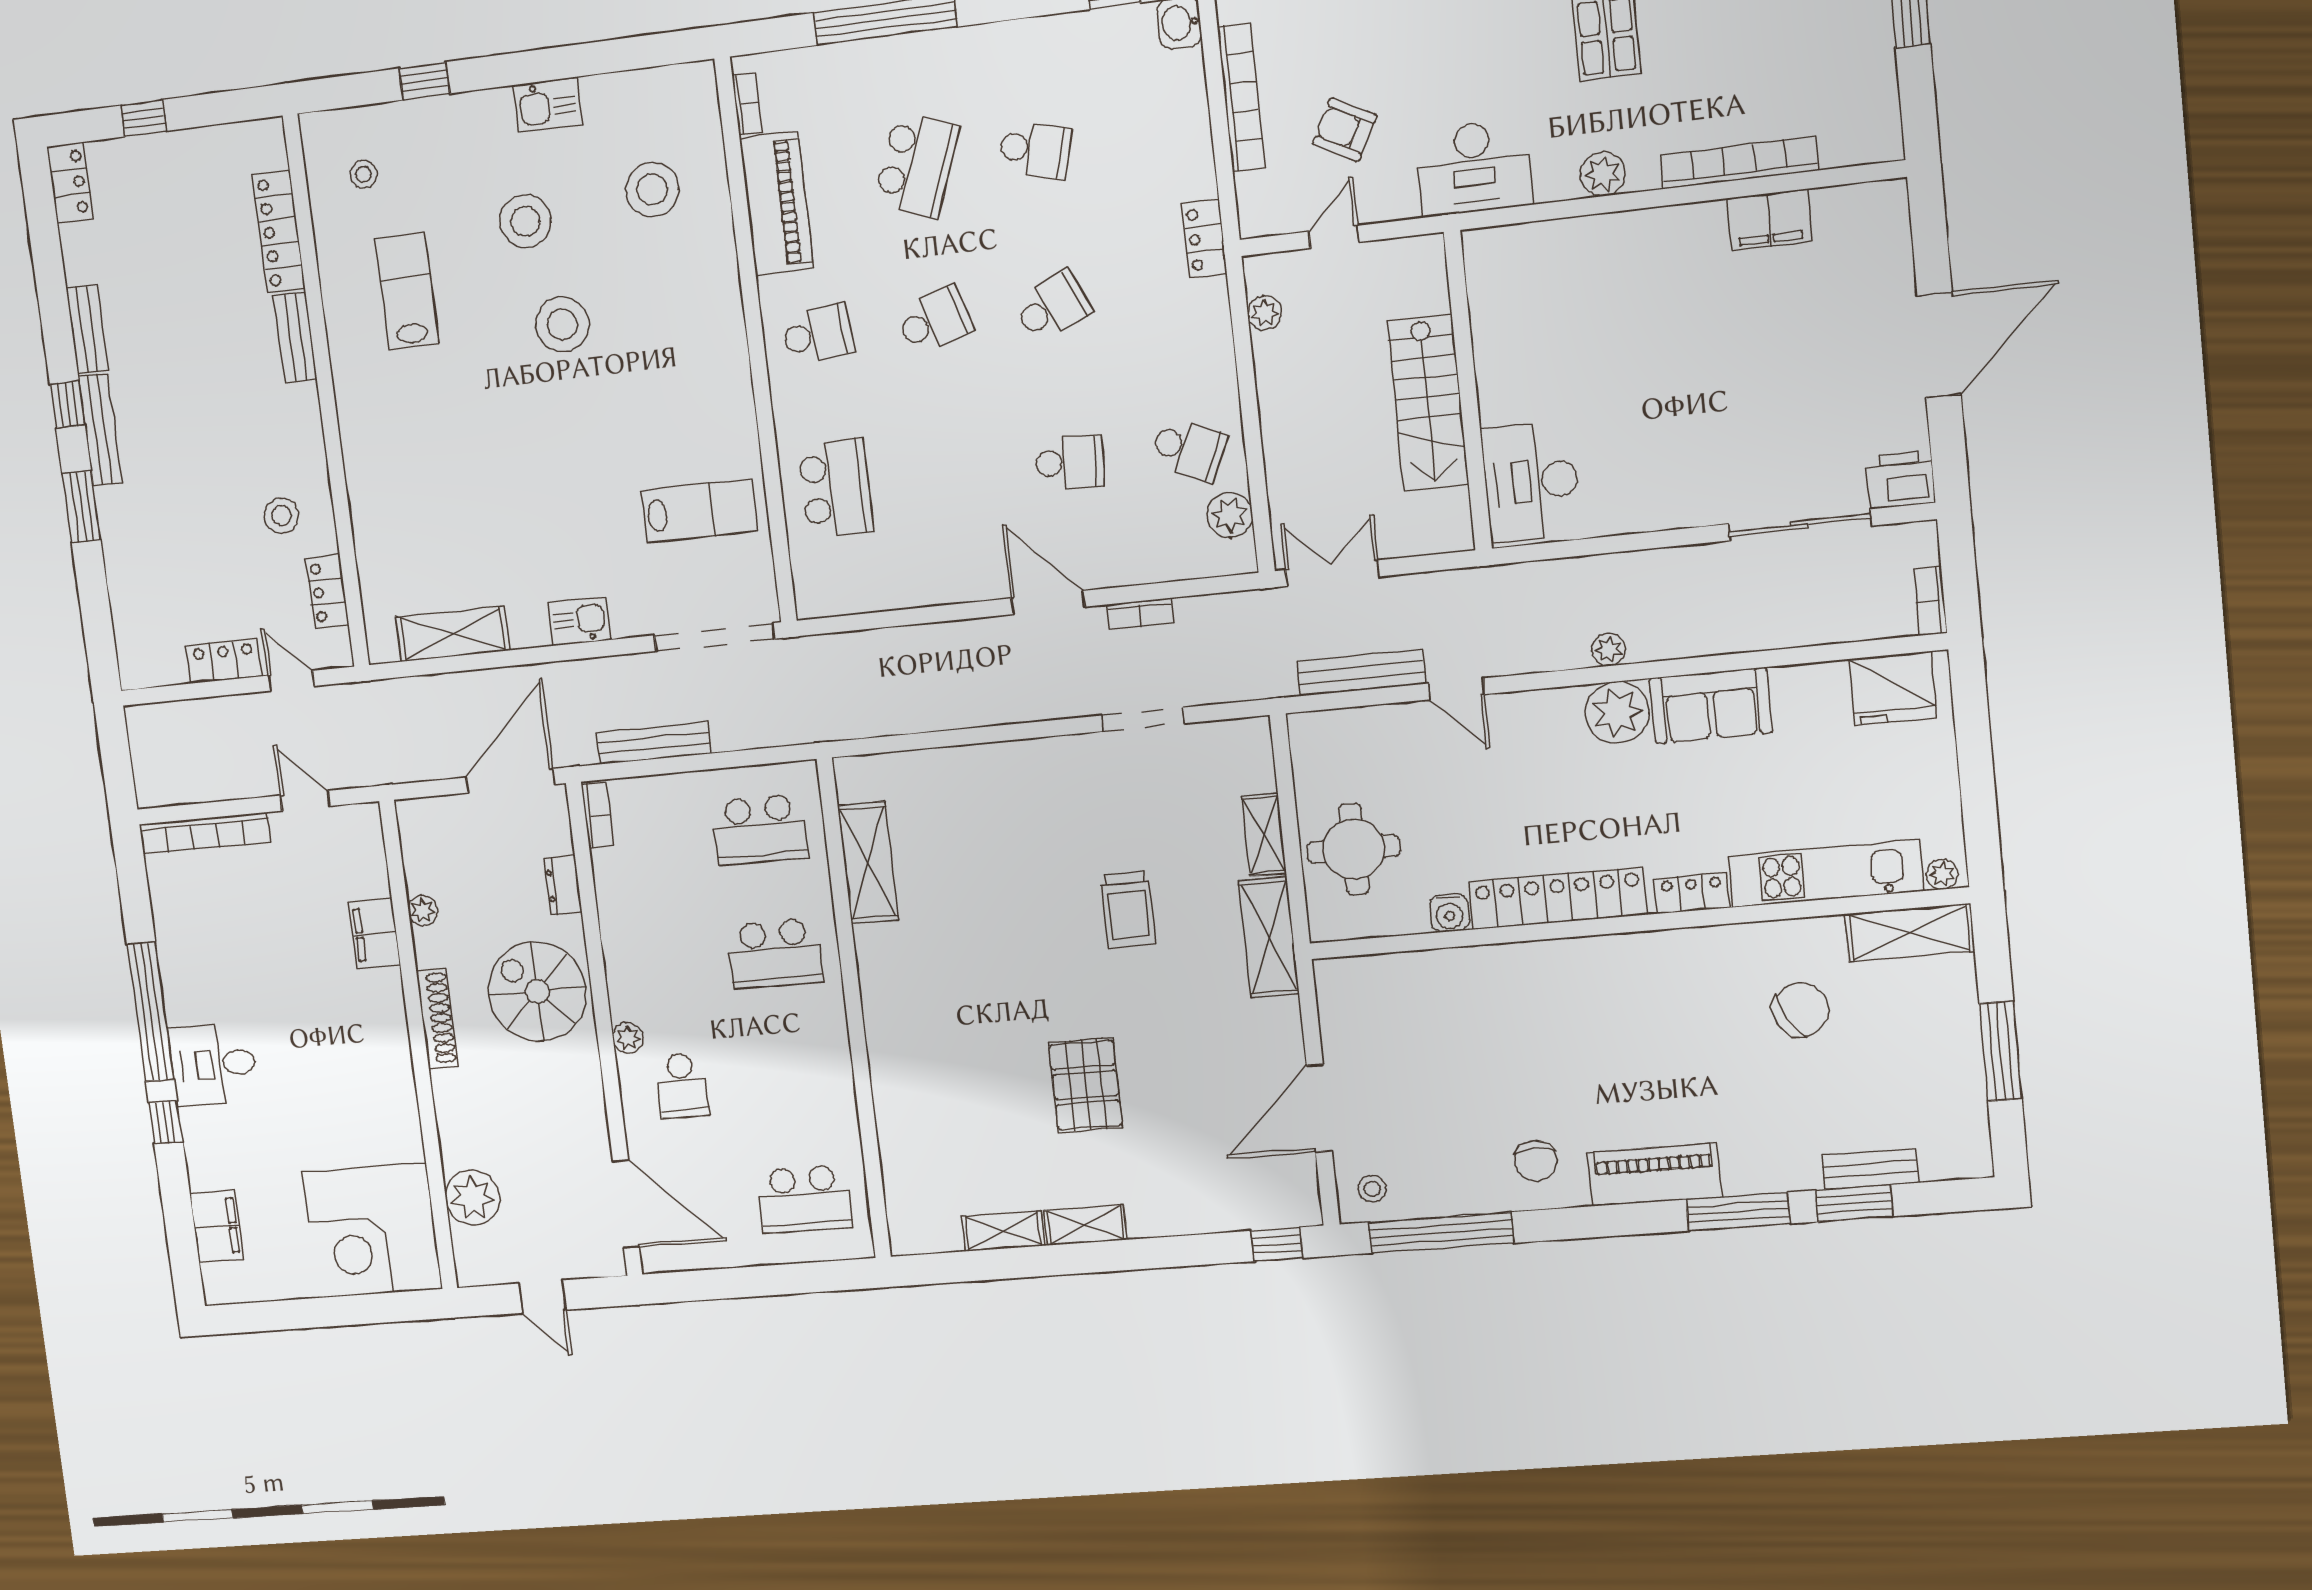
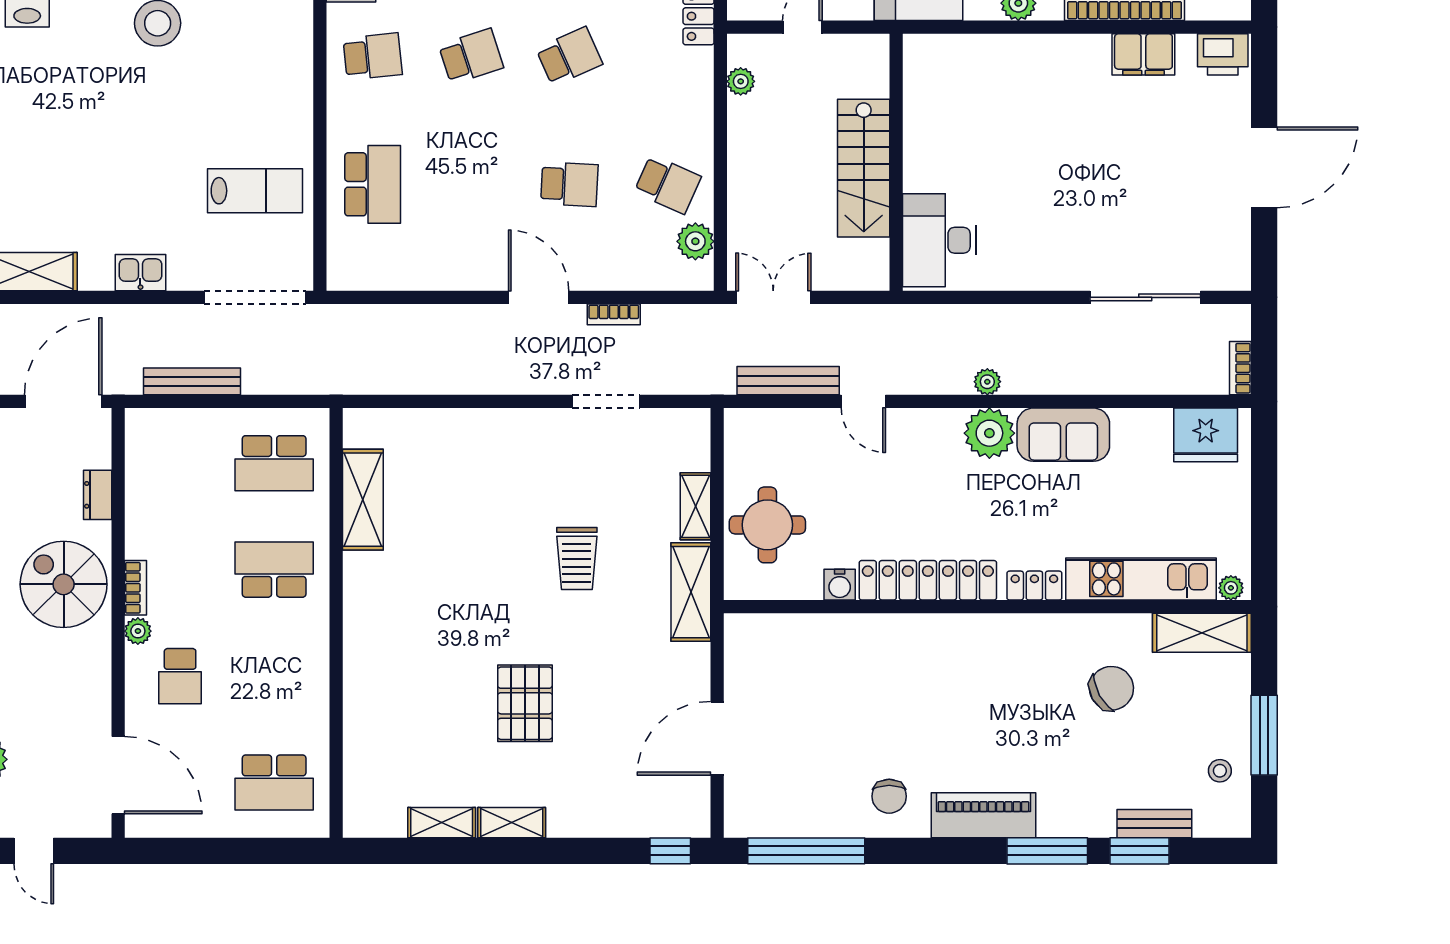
printer: (1901, 480) -> (1223, 54), moved, turned 180
bookcase: (597, 815) -> (135, 588), moved
school desk: (775, 954) -> (274, 570), turned 180
stool: (1372, 1189) -> (1220, 771), moved

